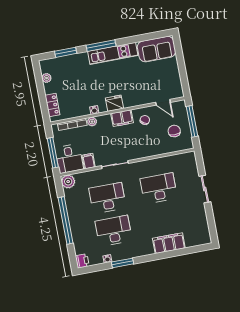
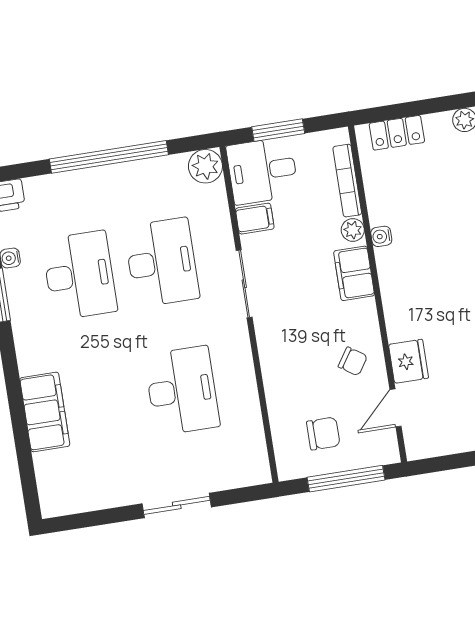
fridge: (114, 103) -> (408, 361), moved
filing cabinet: (122, 118) -> (354, 273), moved
window: (53, 153) -> (278, 130), width x0.69

